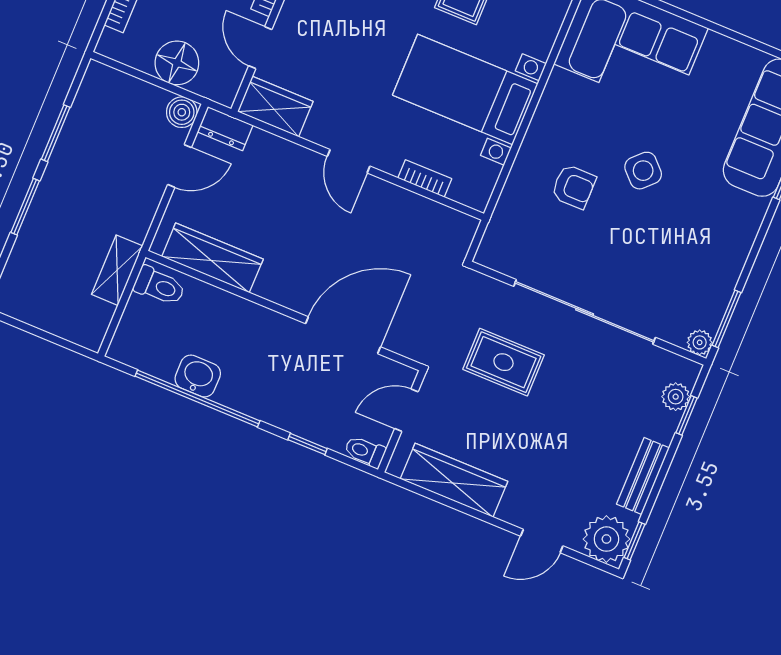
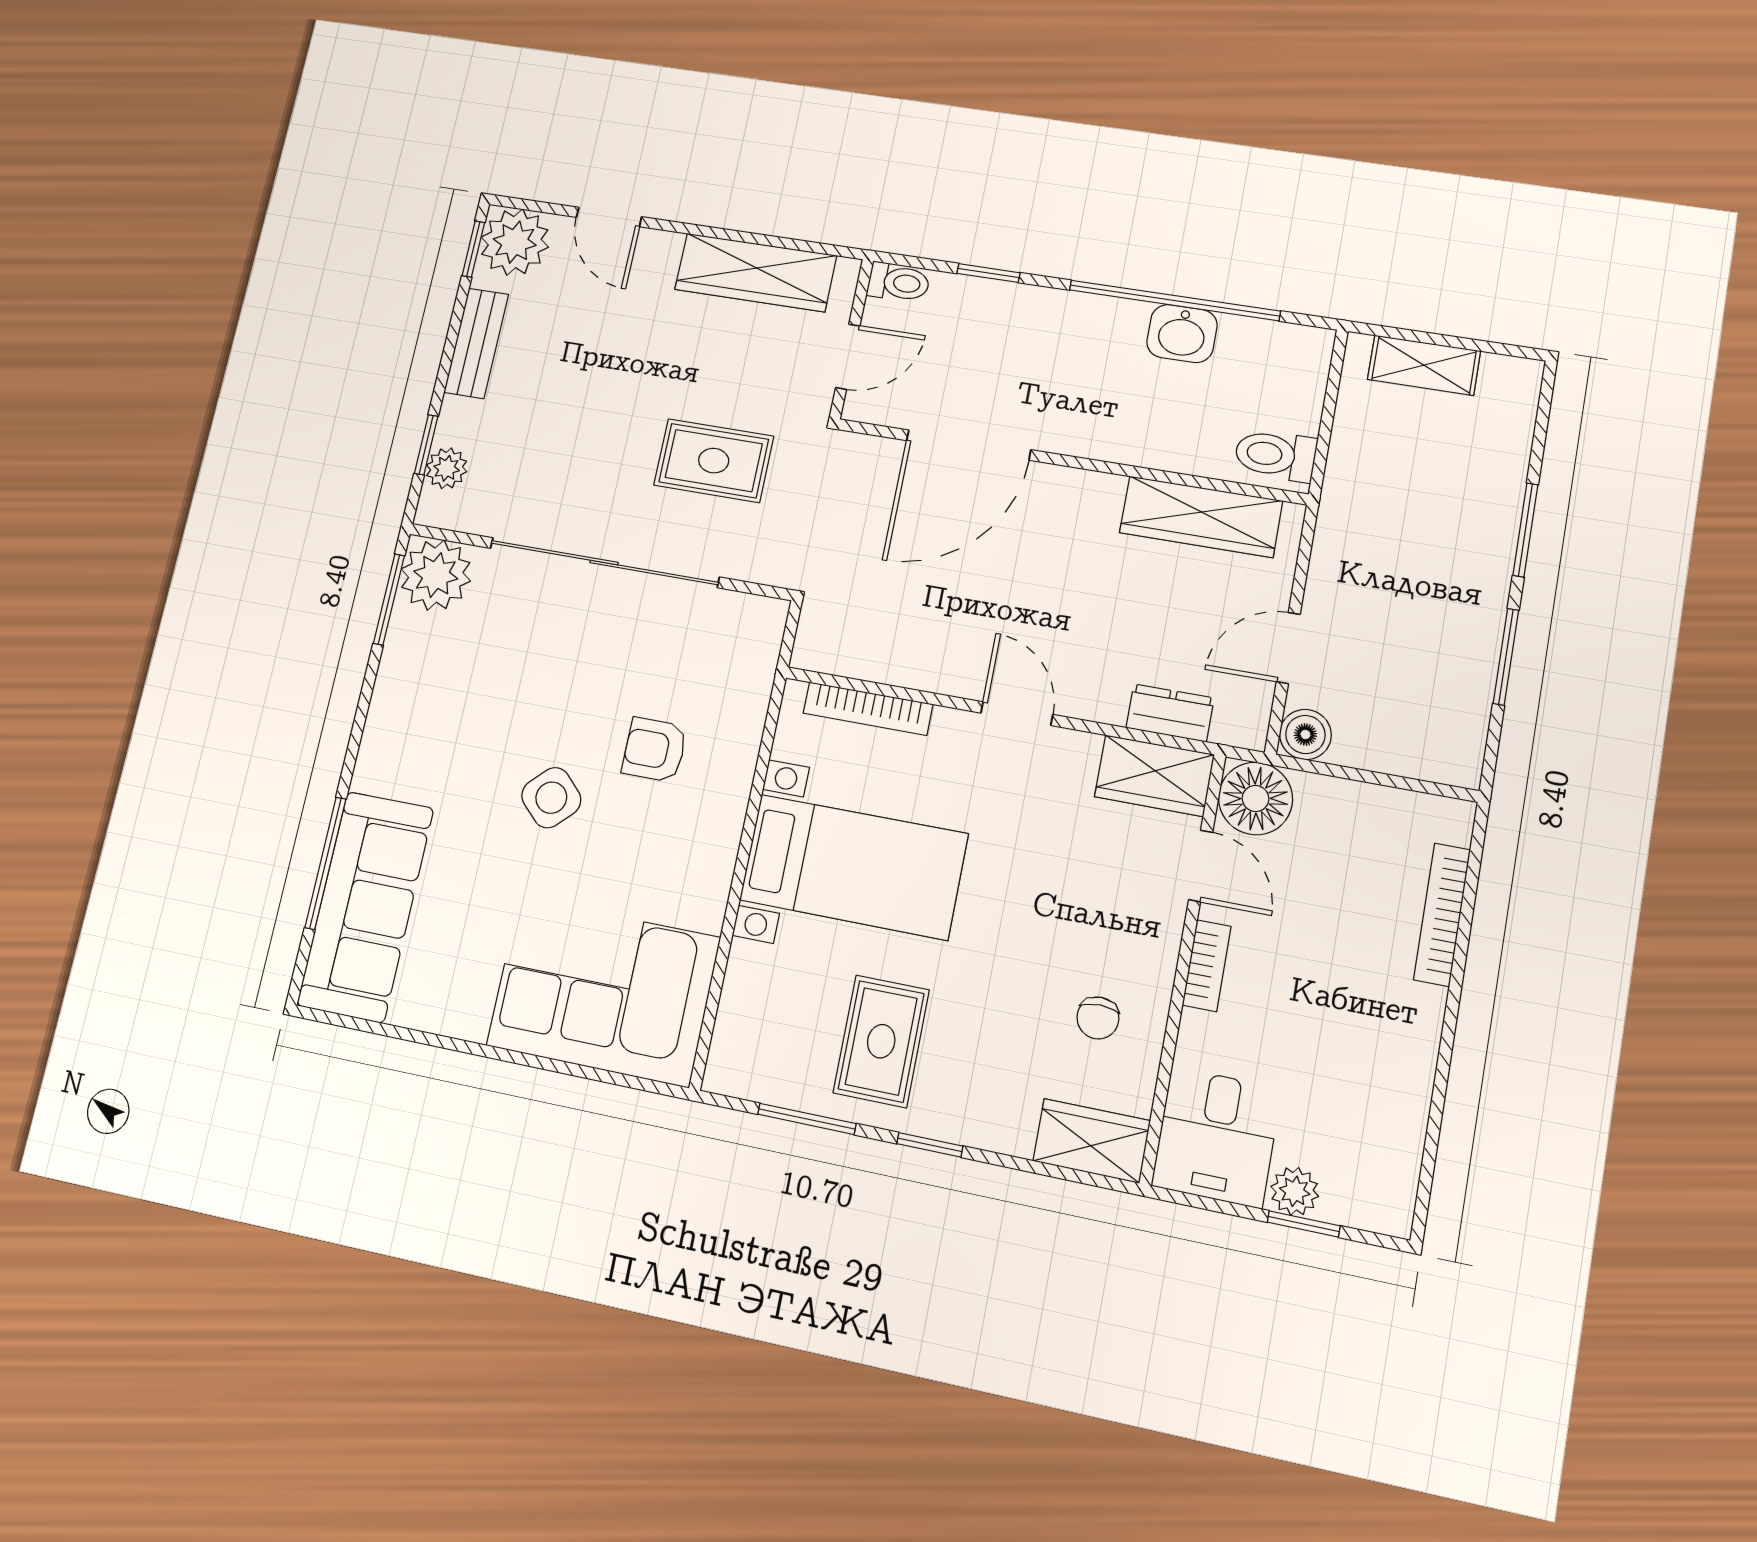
floor lamp: (177, 63) -> (1255, 799), moved
dresser: (225, 129) -> (1170, 713), moved
bookcase: (425, 178) -> (868, 709), width x1.56
shelving: (117, 270) -> (1424, 365), moved, turned 90
plant: (700, 342) -> (436, 575), width x1.88, depth x1.88
door: (542, 541) -> (609, 217), swing flipped

